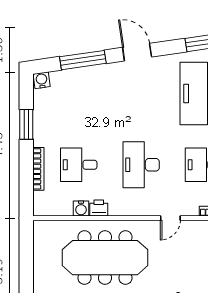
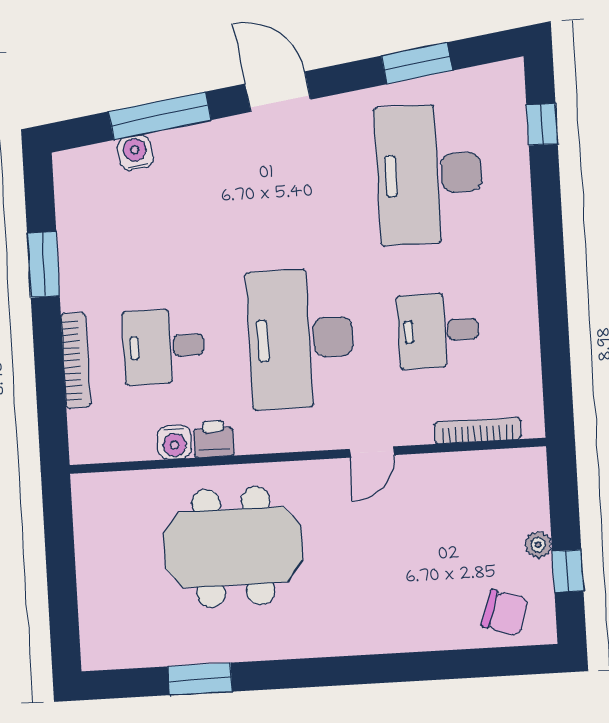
water cooler: (42, 80) -> (135, 153), moved
desk: (141, 165) -> (301, 339), width x1.36, depth x1.30
meeting table: (105, 258) -> (233, 547), width x0.73

